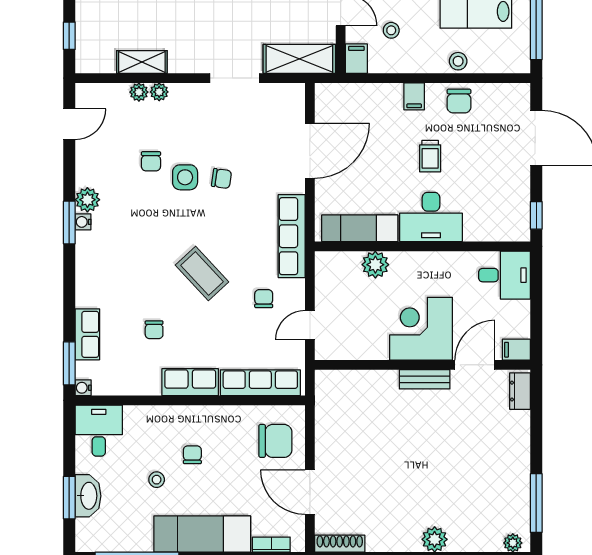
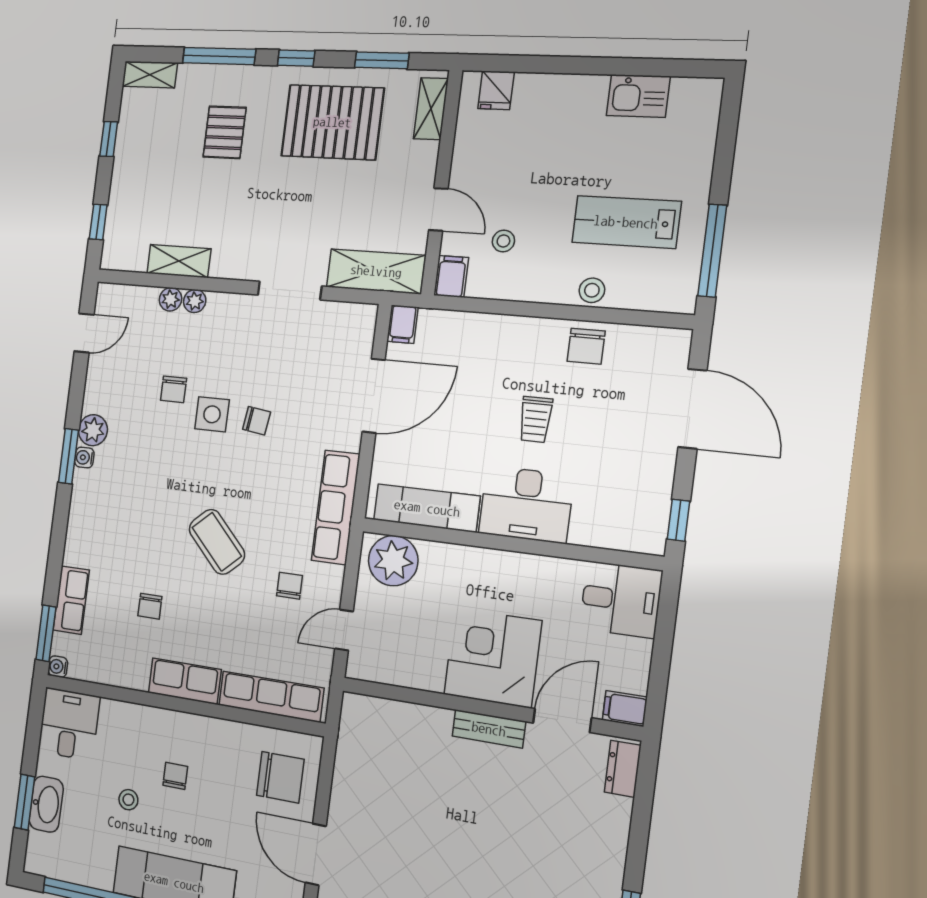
filing cabinet: (414, 96) -> (402, 324), moved
plant: (375, 265) -> (393, 561), moved, width x1.36, depth x1.36

